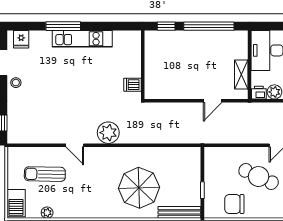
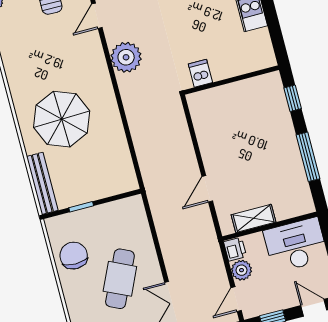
window: (209, 26) -> (308, 157), width x0.68
door: (213, 101) -> (207, 189), hinge flipped

